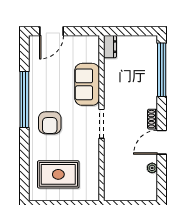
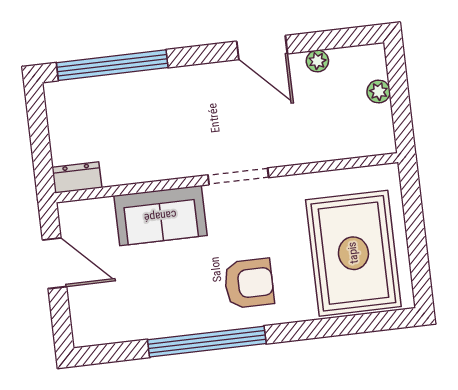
door: (52, 31) -> (54, 263), moved
shoe rack: (153, 119) -> (216, 72), removed
rug: (58, 174) -> (353, 253), width x1.37, depth x1.44
plant: (134, 195) -> (379, 91), added

